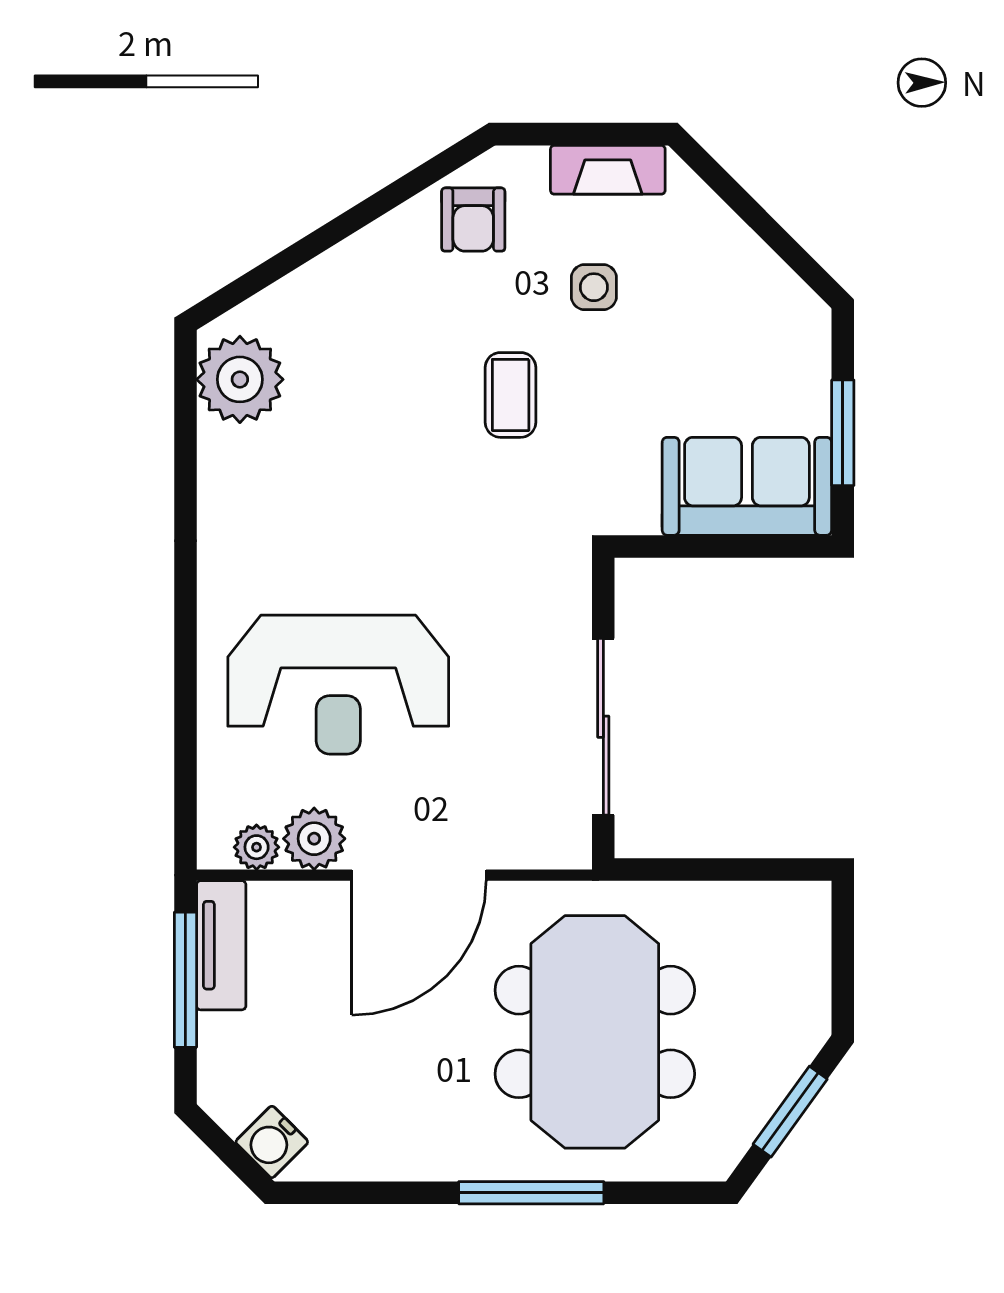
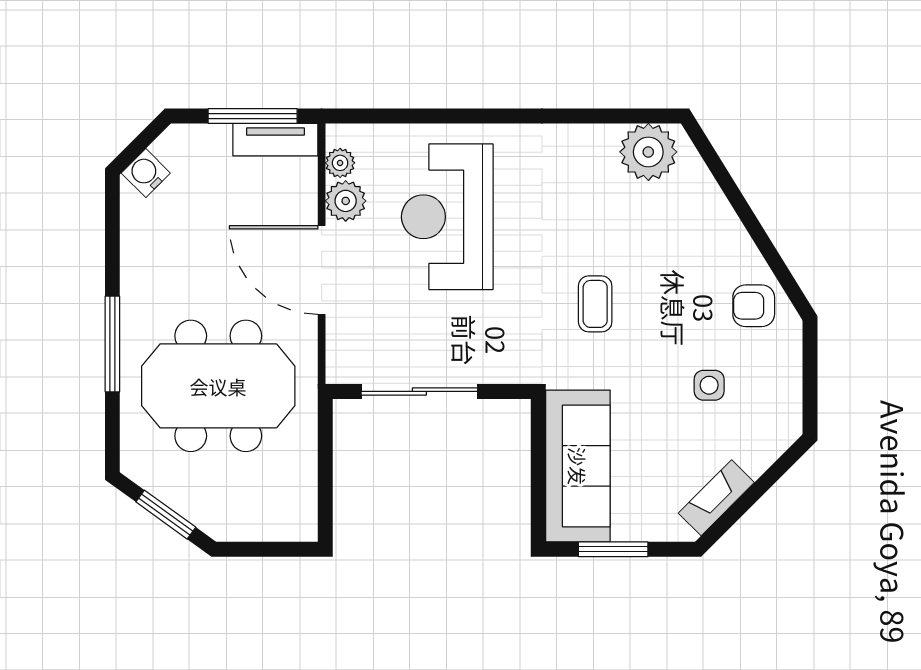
fireplace: (608, 170) -> (716, 498), moved, turned 45
coffee table: (511, 395) -> (595, 304), moved, turned 90
sofa: (747, 486) -> (578, 466), width x1.36

